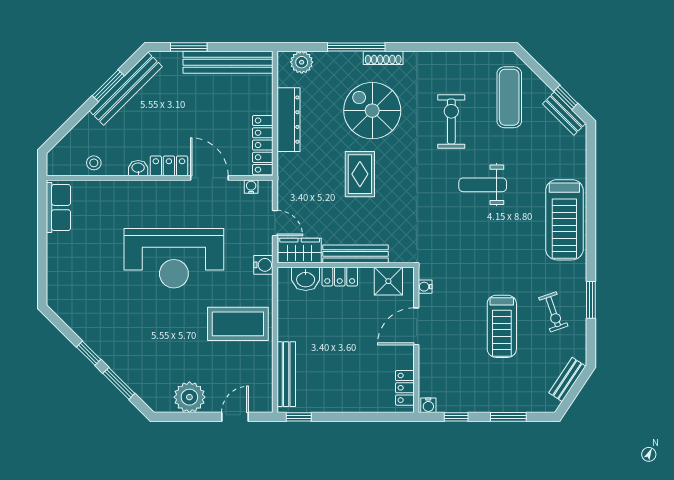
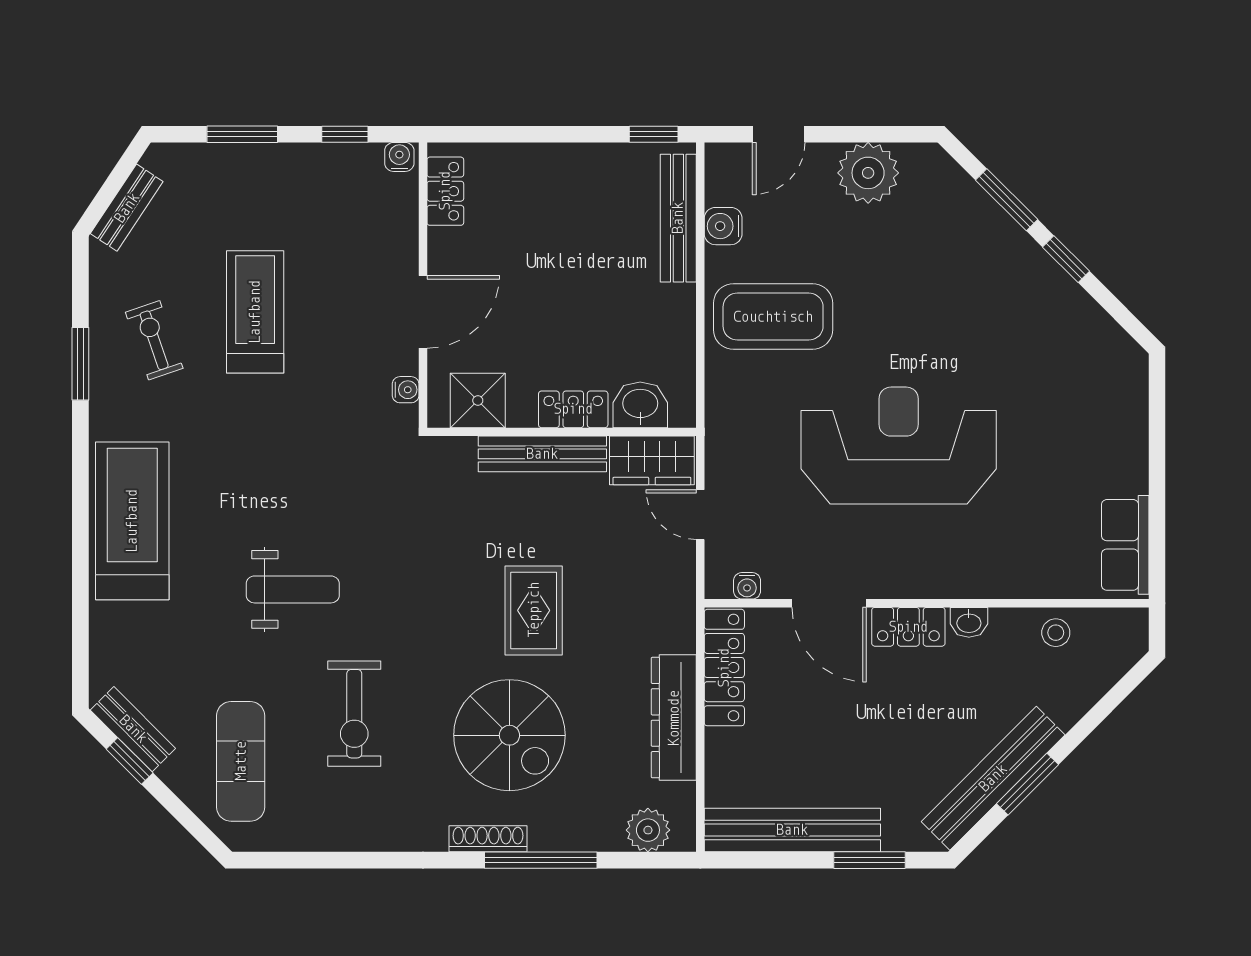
water cooler: (263, 265) -> (723, 226), moved

